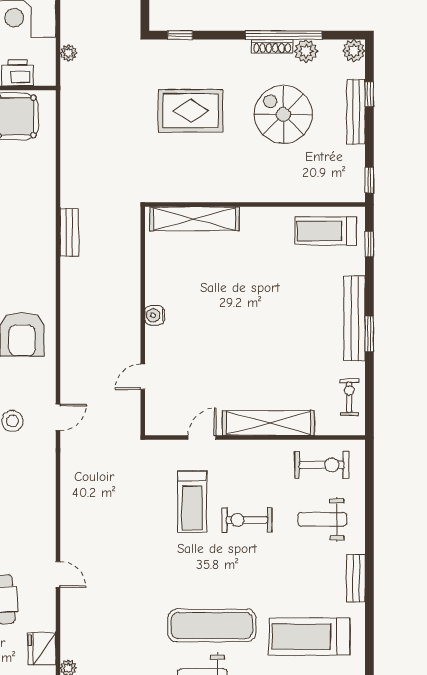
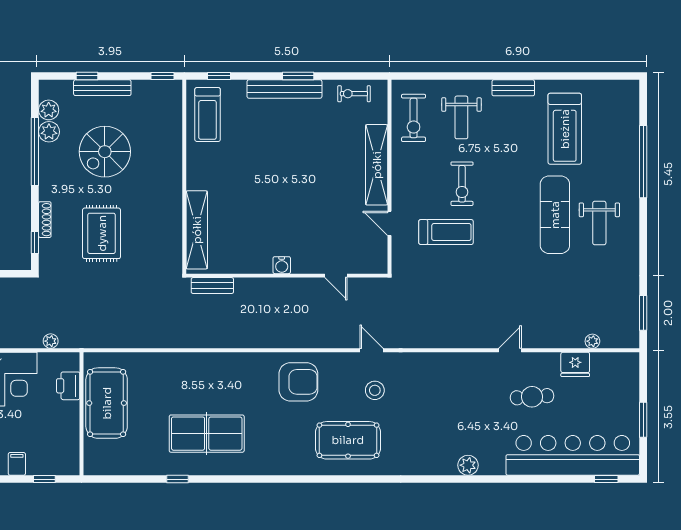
shoe rack: (272, 46) -> (45, 220), moved
plant: (354, 51) -> (49, 110), moved
bench: (69, 232) -> (212, 286), moved
exercise bike: (322, 465) -> (414, 118), turned 180

